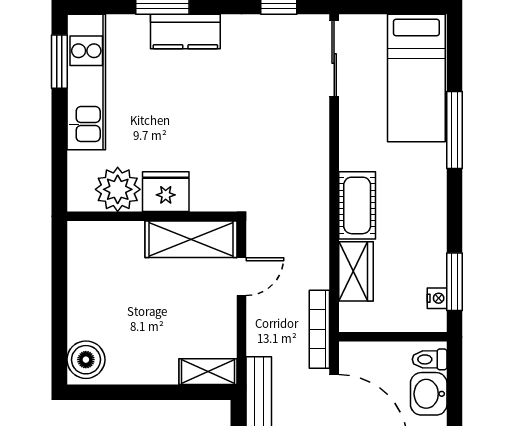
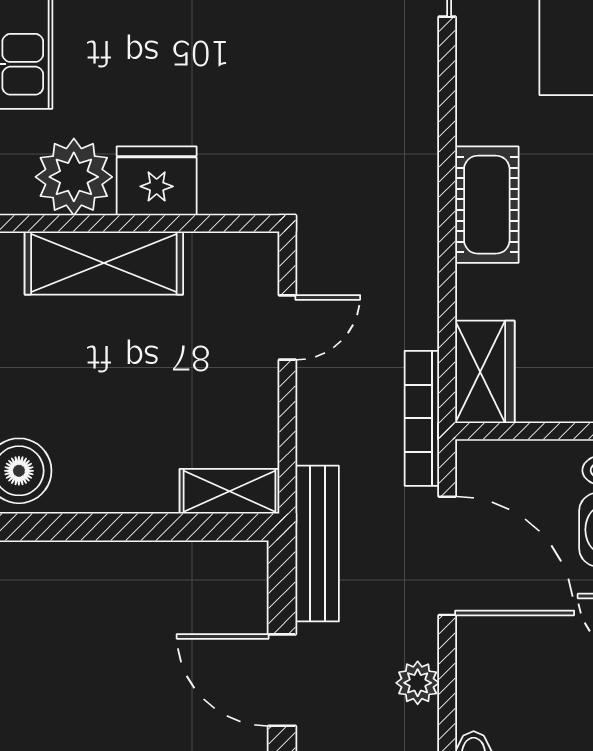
shelving: (191, 239) -> (104, 263), moved
wardrobe: (356, 271) -> (485, 372), moved

